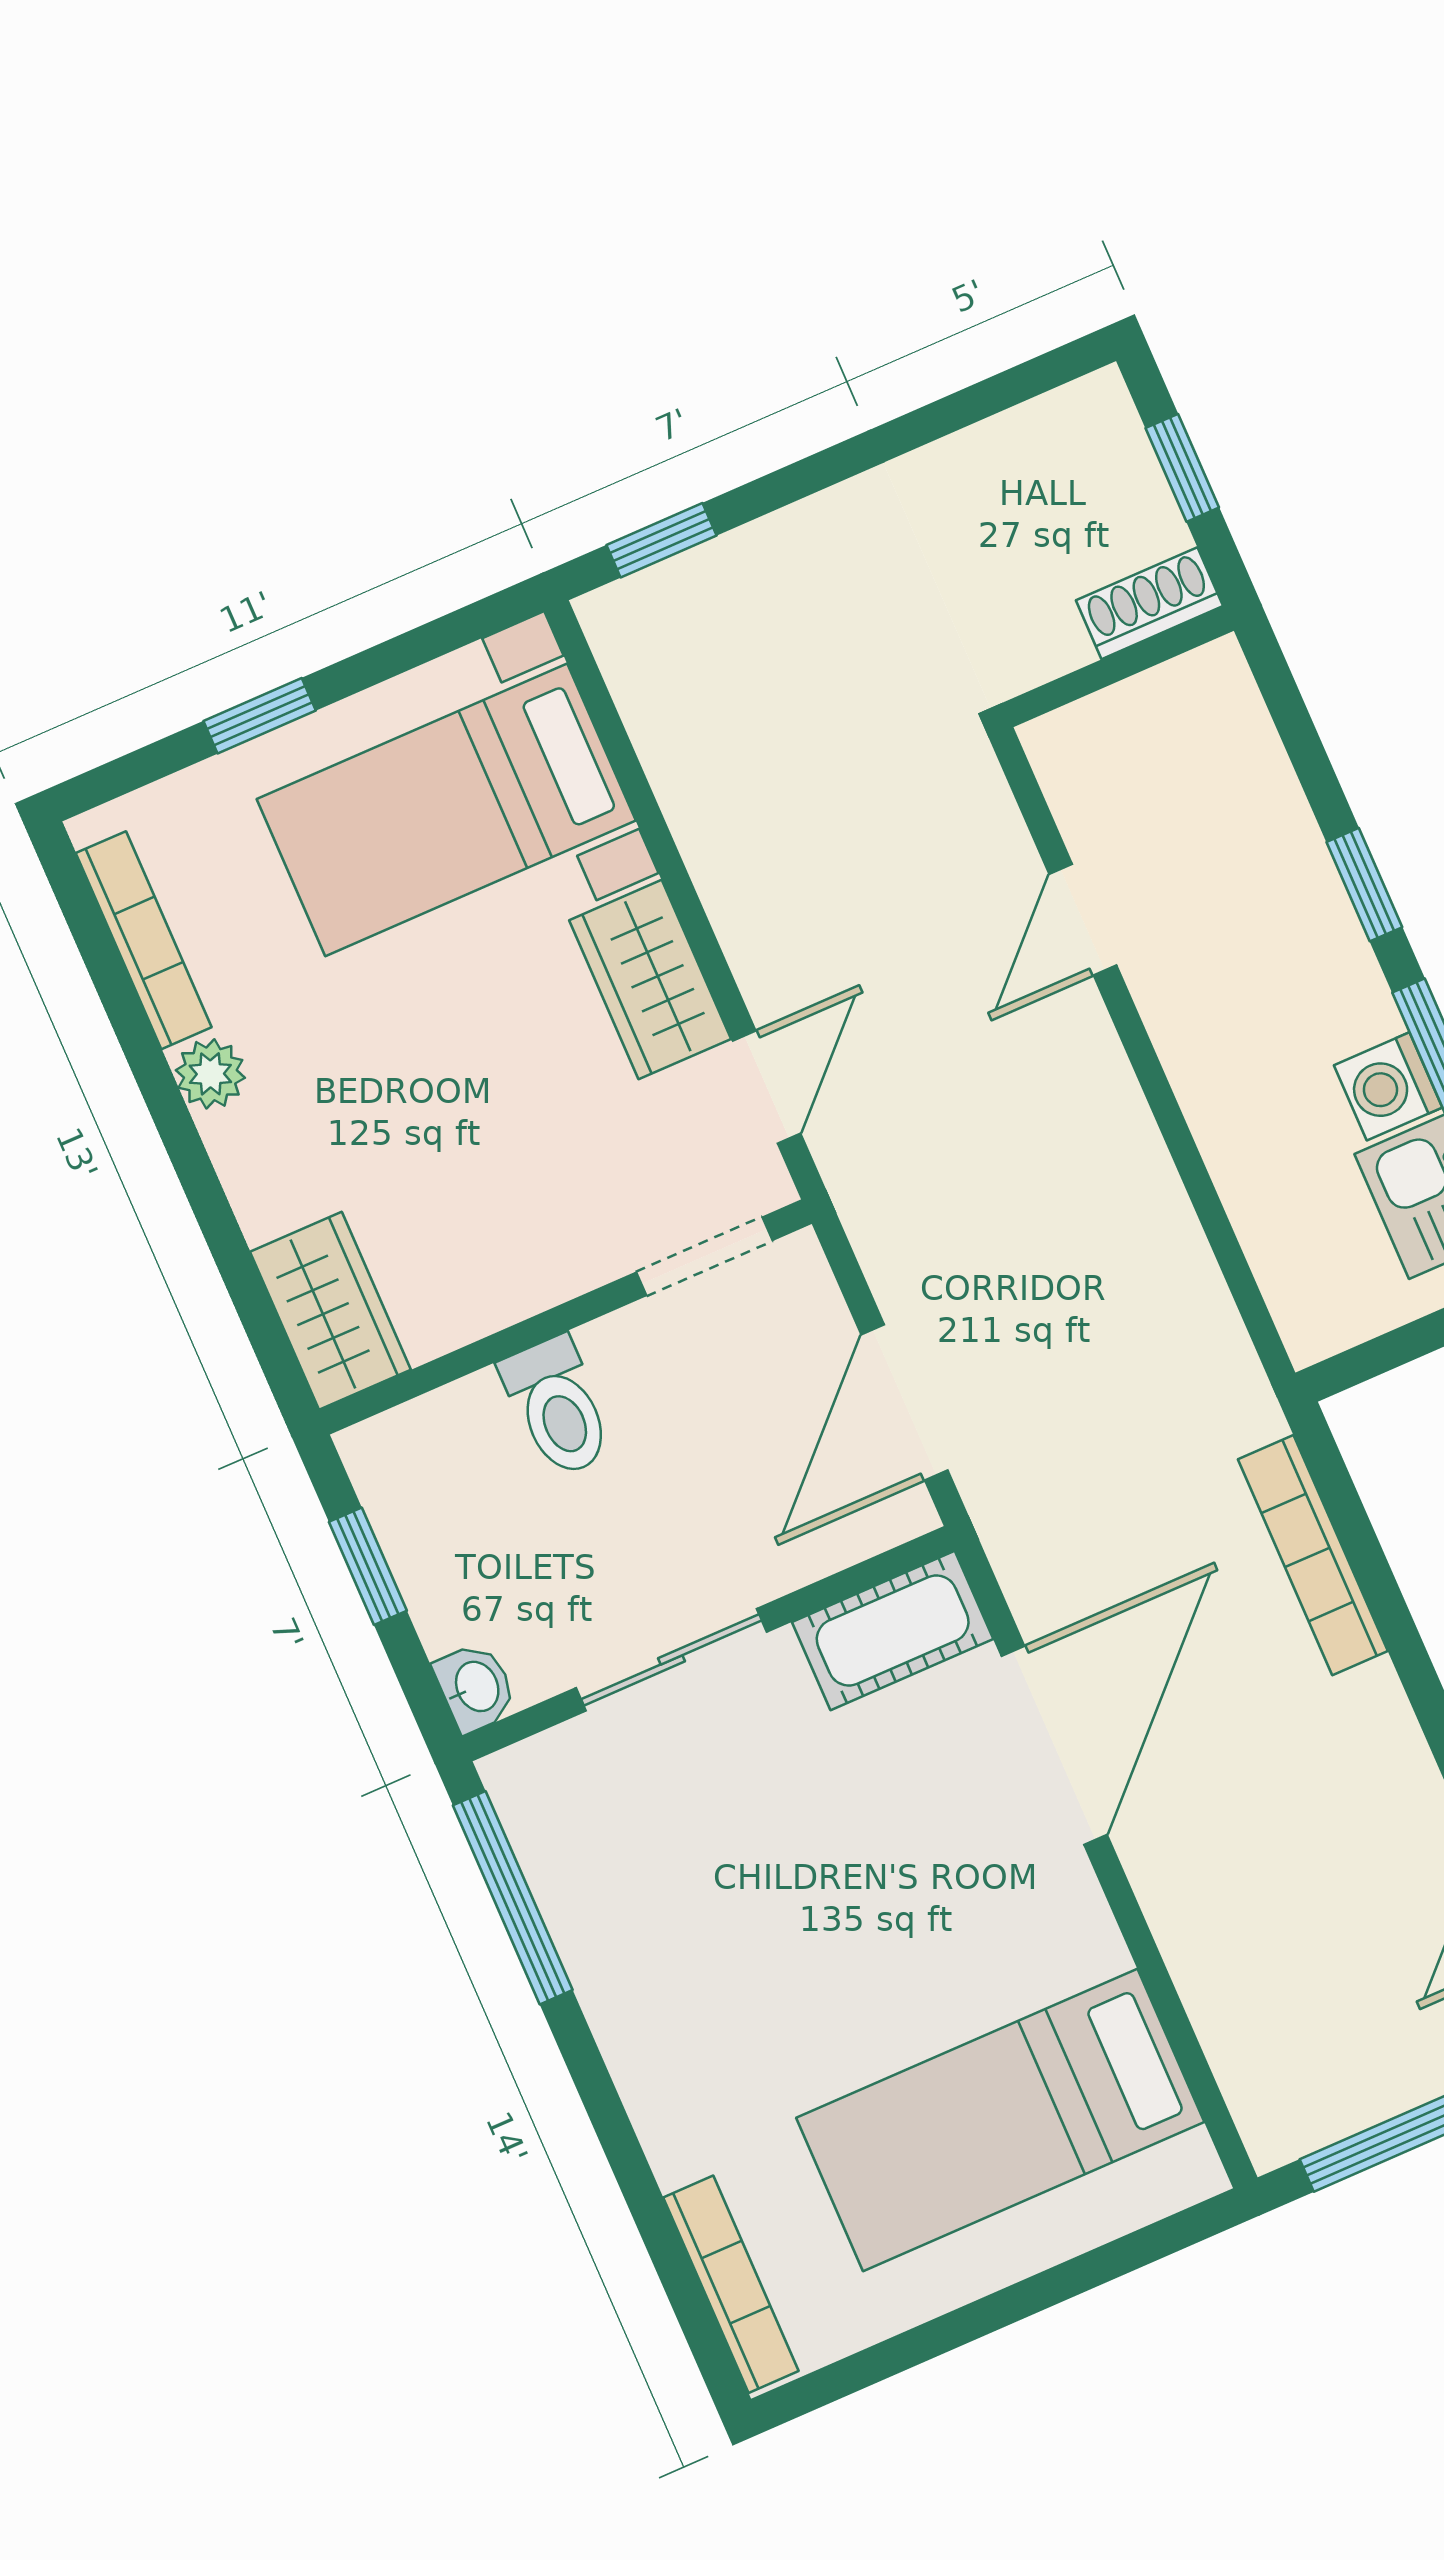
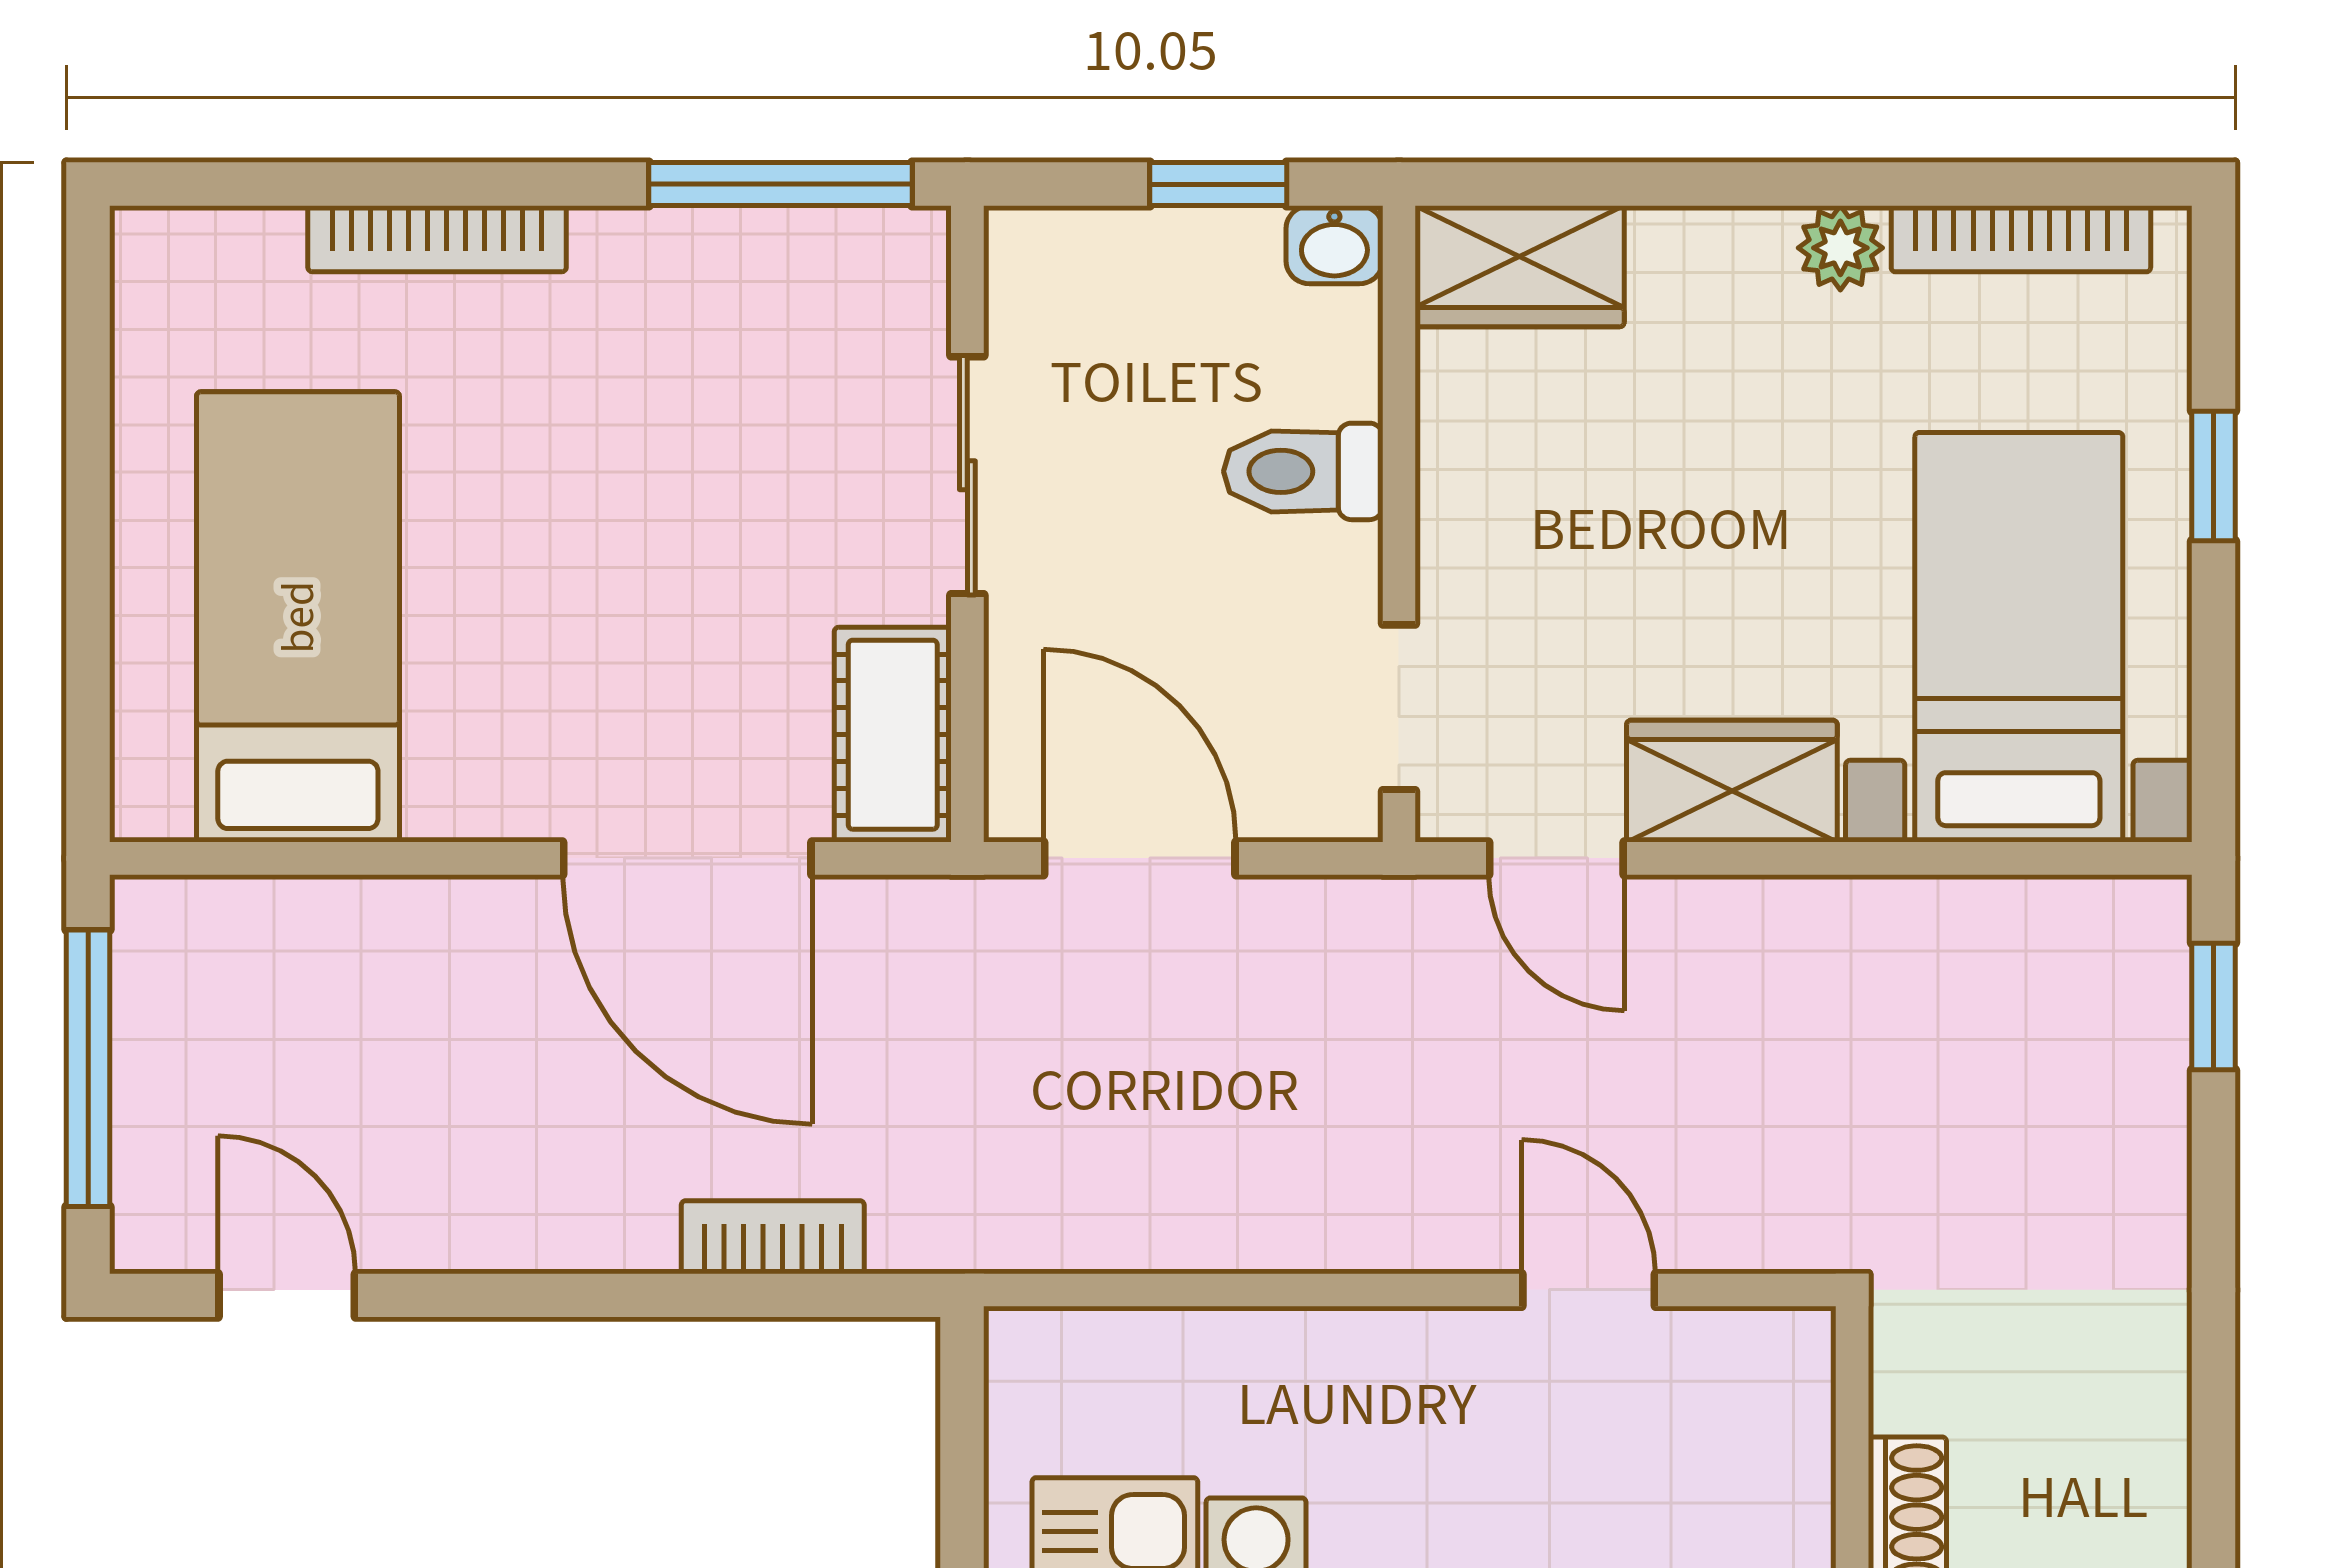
bookcase: (1313, 1555) -> (773, 1237), width x0.64
washbasin: (475, 1687) -> (1334, 245), moved
bookcase: (731, 2284) -> (437, 239), moved

